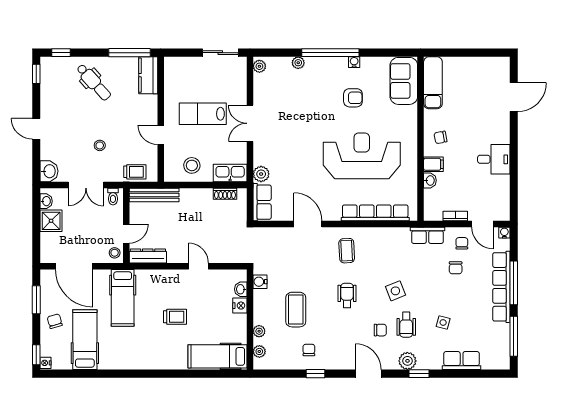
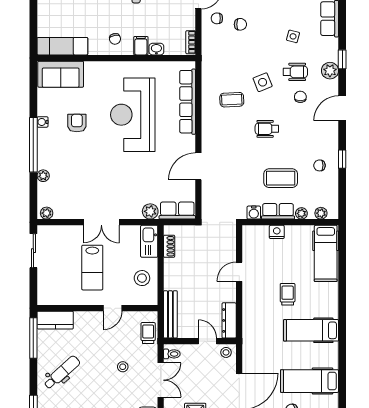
bookcase: (455, 216) -> (191, 42), moved
row of seats: (427, 235) -> (278, 211), moved, turned -90
coffee table: (347, 251) -> (232, 100), moved
washbasin: (241, 289) -> (261, 231), removed
hospital bed: (123, 298) -> (311, 330), moved, turned 180

